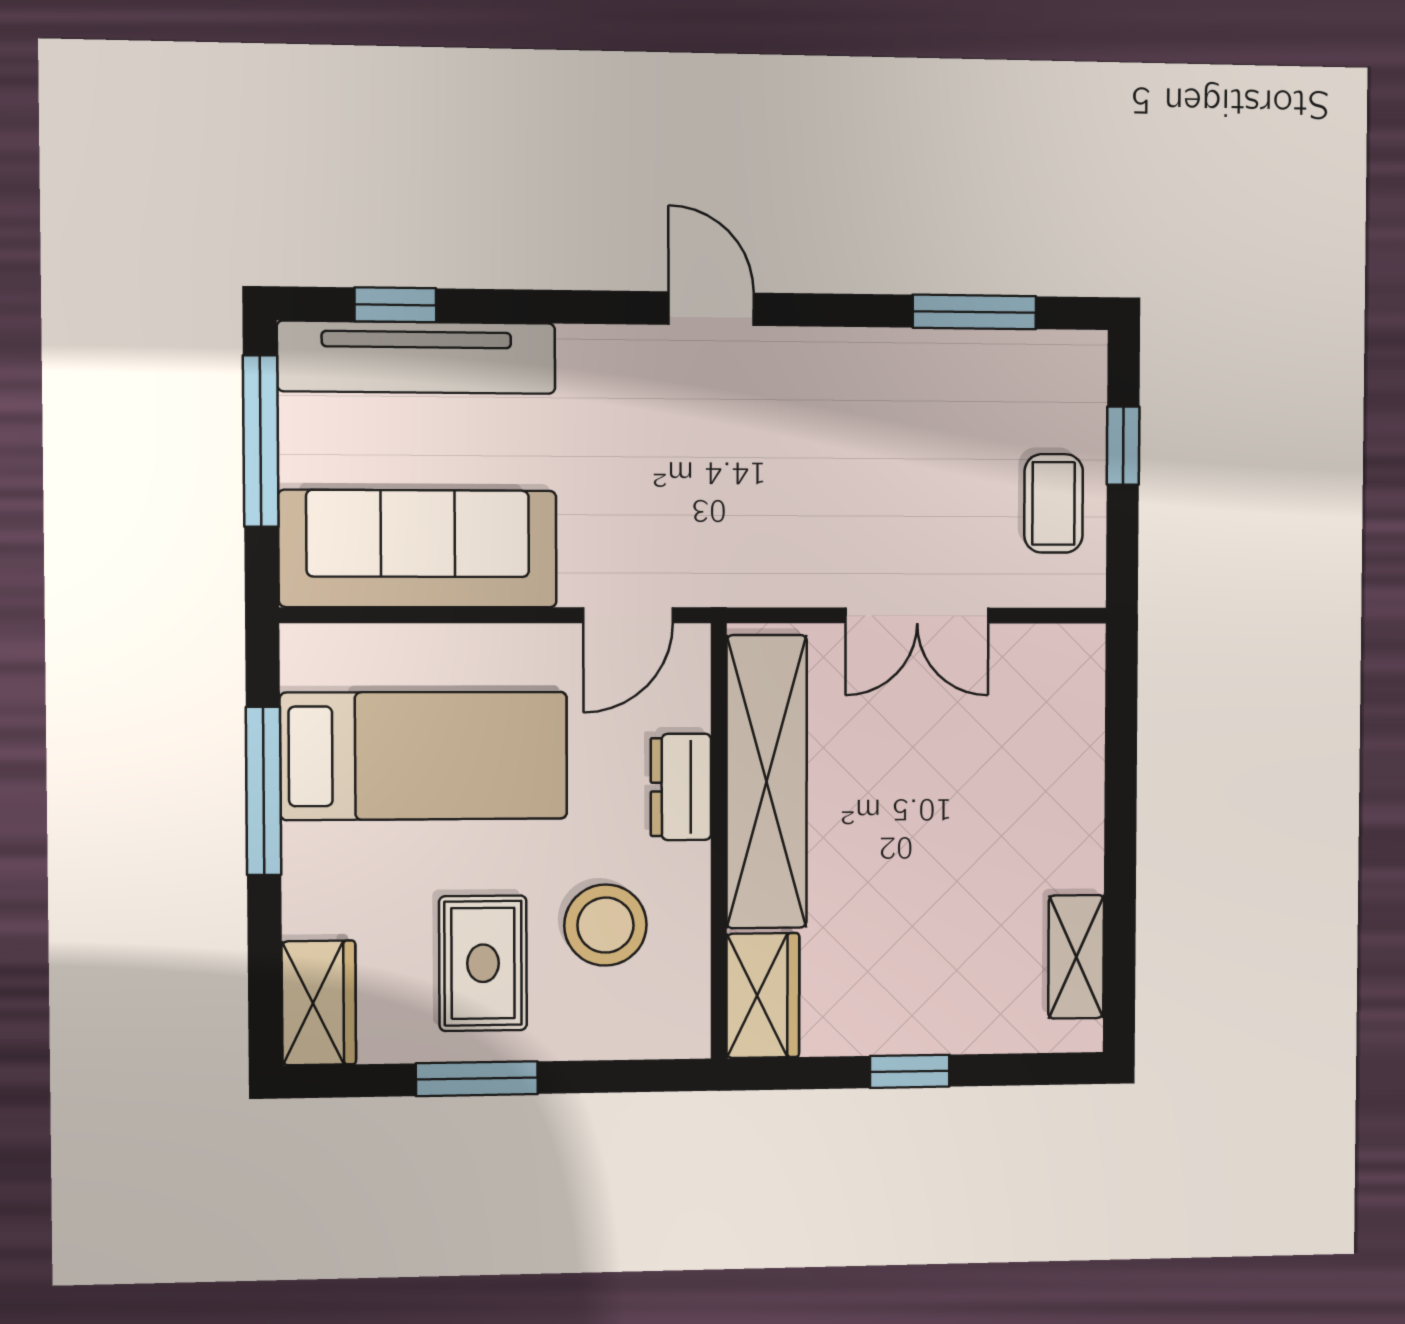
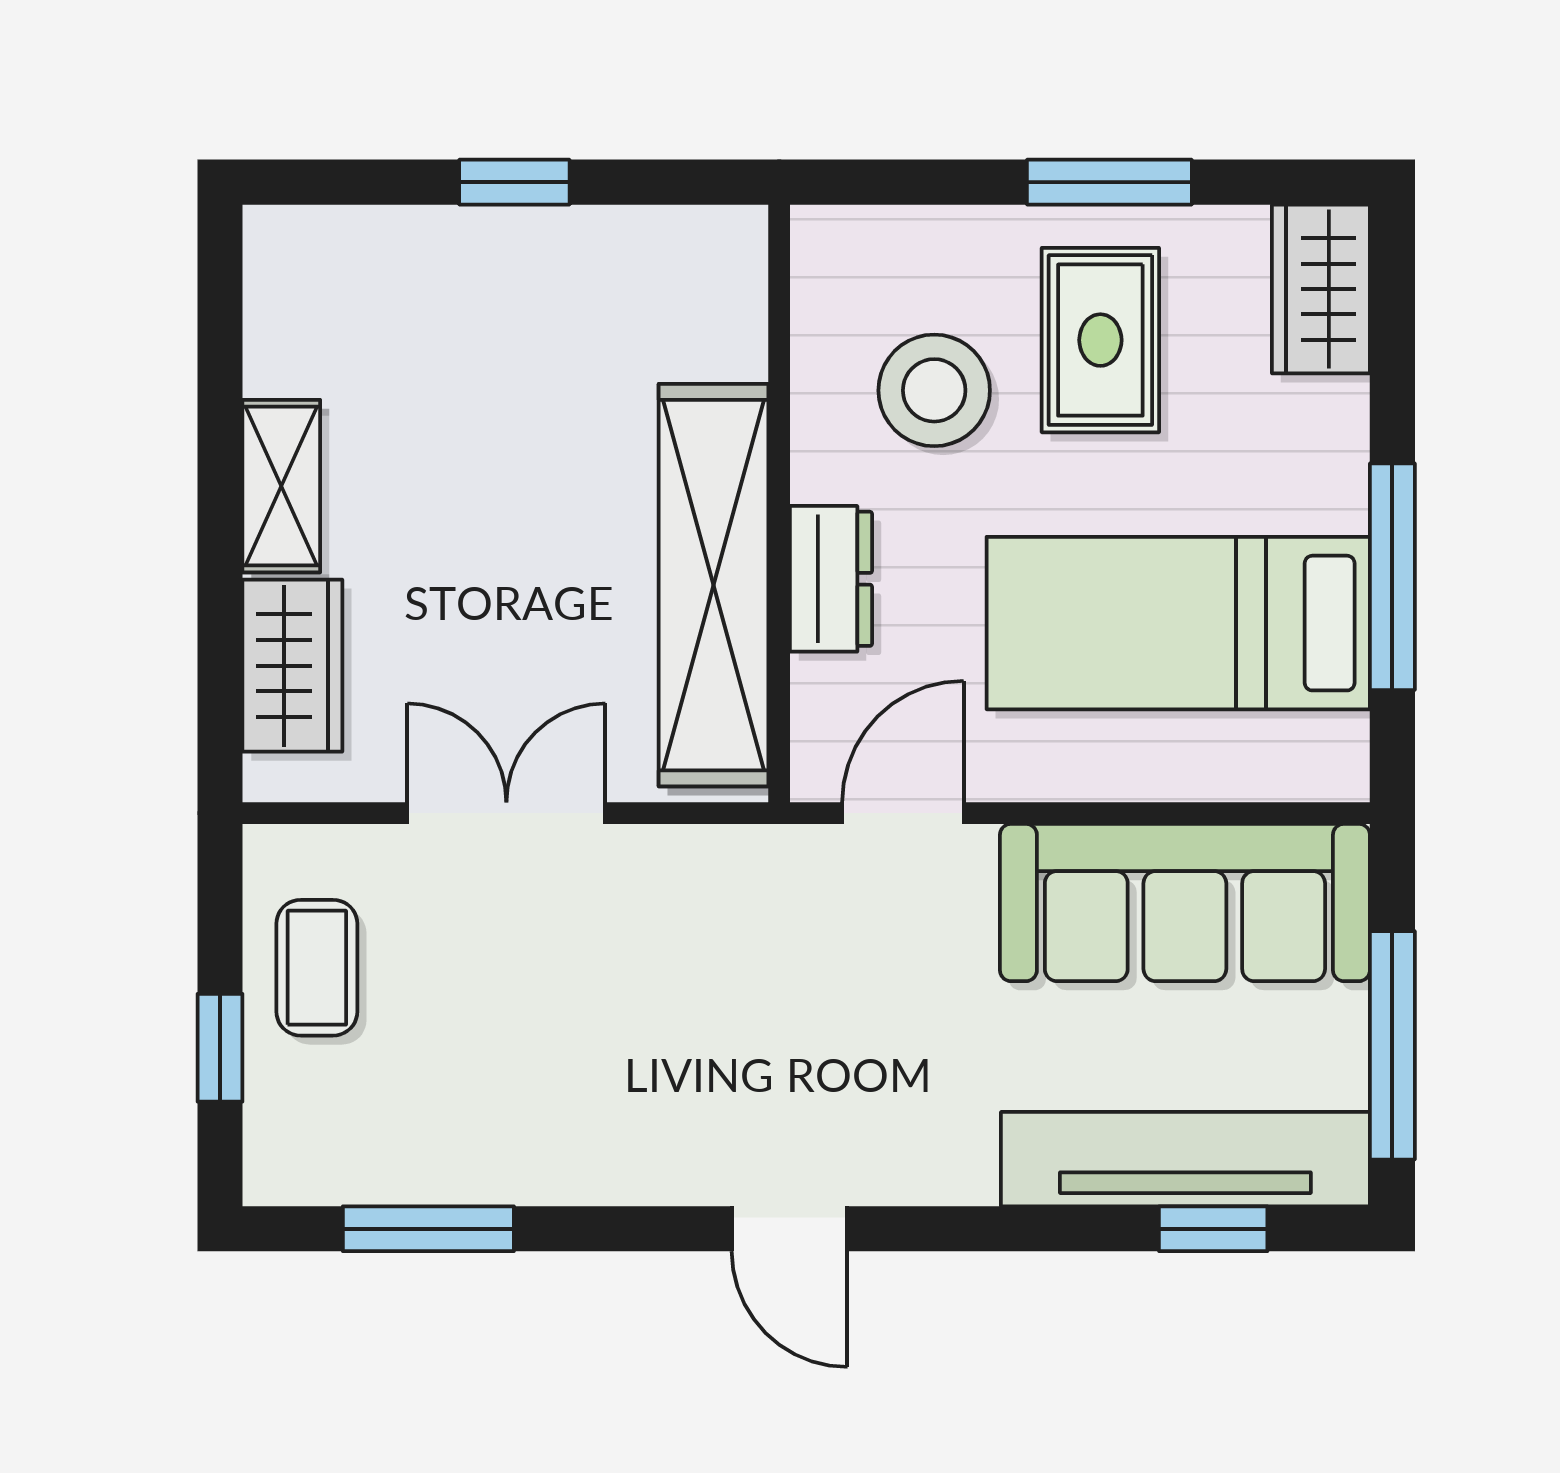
shelving: (1076, 957) -> (281, 486), moved
wardrobe: (763, 995) -> (292, 666), moved, turned 180

